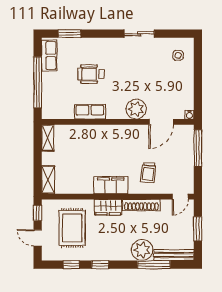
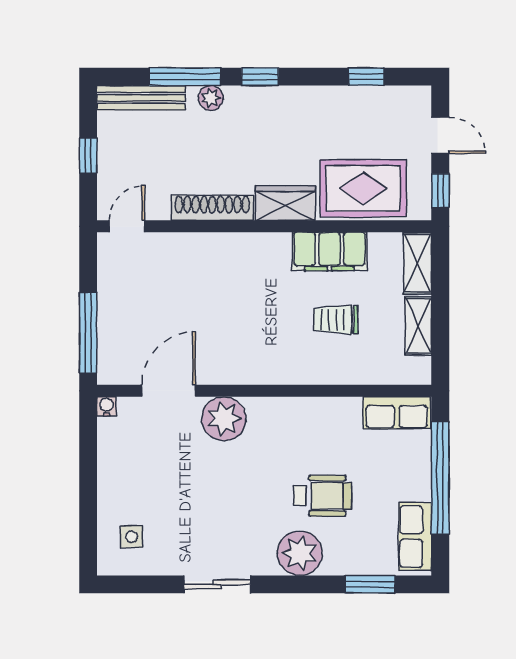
plant: (102, 48) -> (300, 553), added
row of seats: (90, 112) -> (397, 413), moved
shelving: (48, 138) -> (418, 326), moved
trolley: (148, 172) -> (336, 320), moved, turned -96
filing cabinet: (111, 185) -> (329, 252), moved
rug: (72, 228) -> (363, 188), moved, turned 90
window: (198, 229) -> (88, 156), width x0.67
plant: (142, 250) -> (211, 98), width x0.53, depth x0.53
window: (100, 265) -> (260, 77), moved

